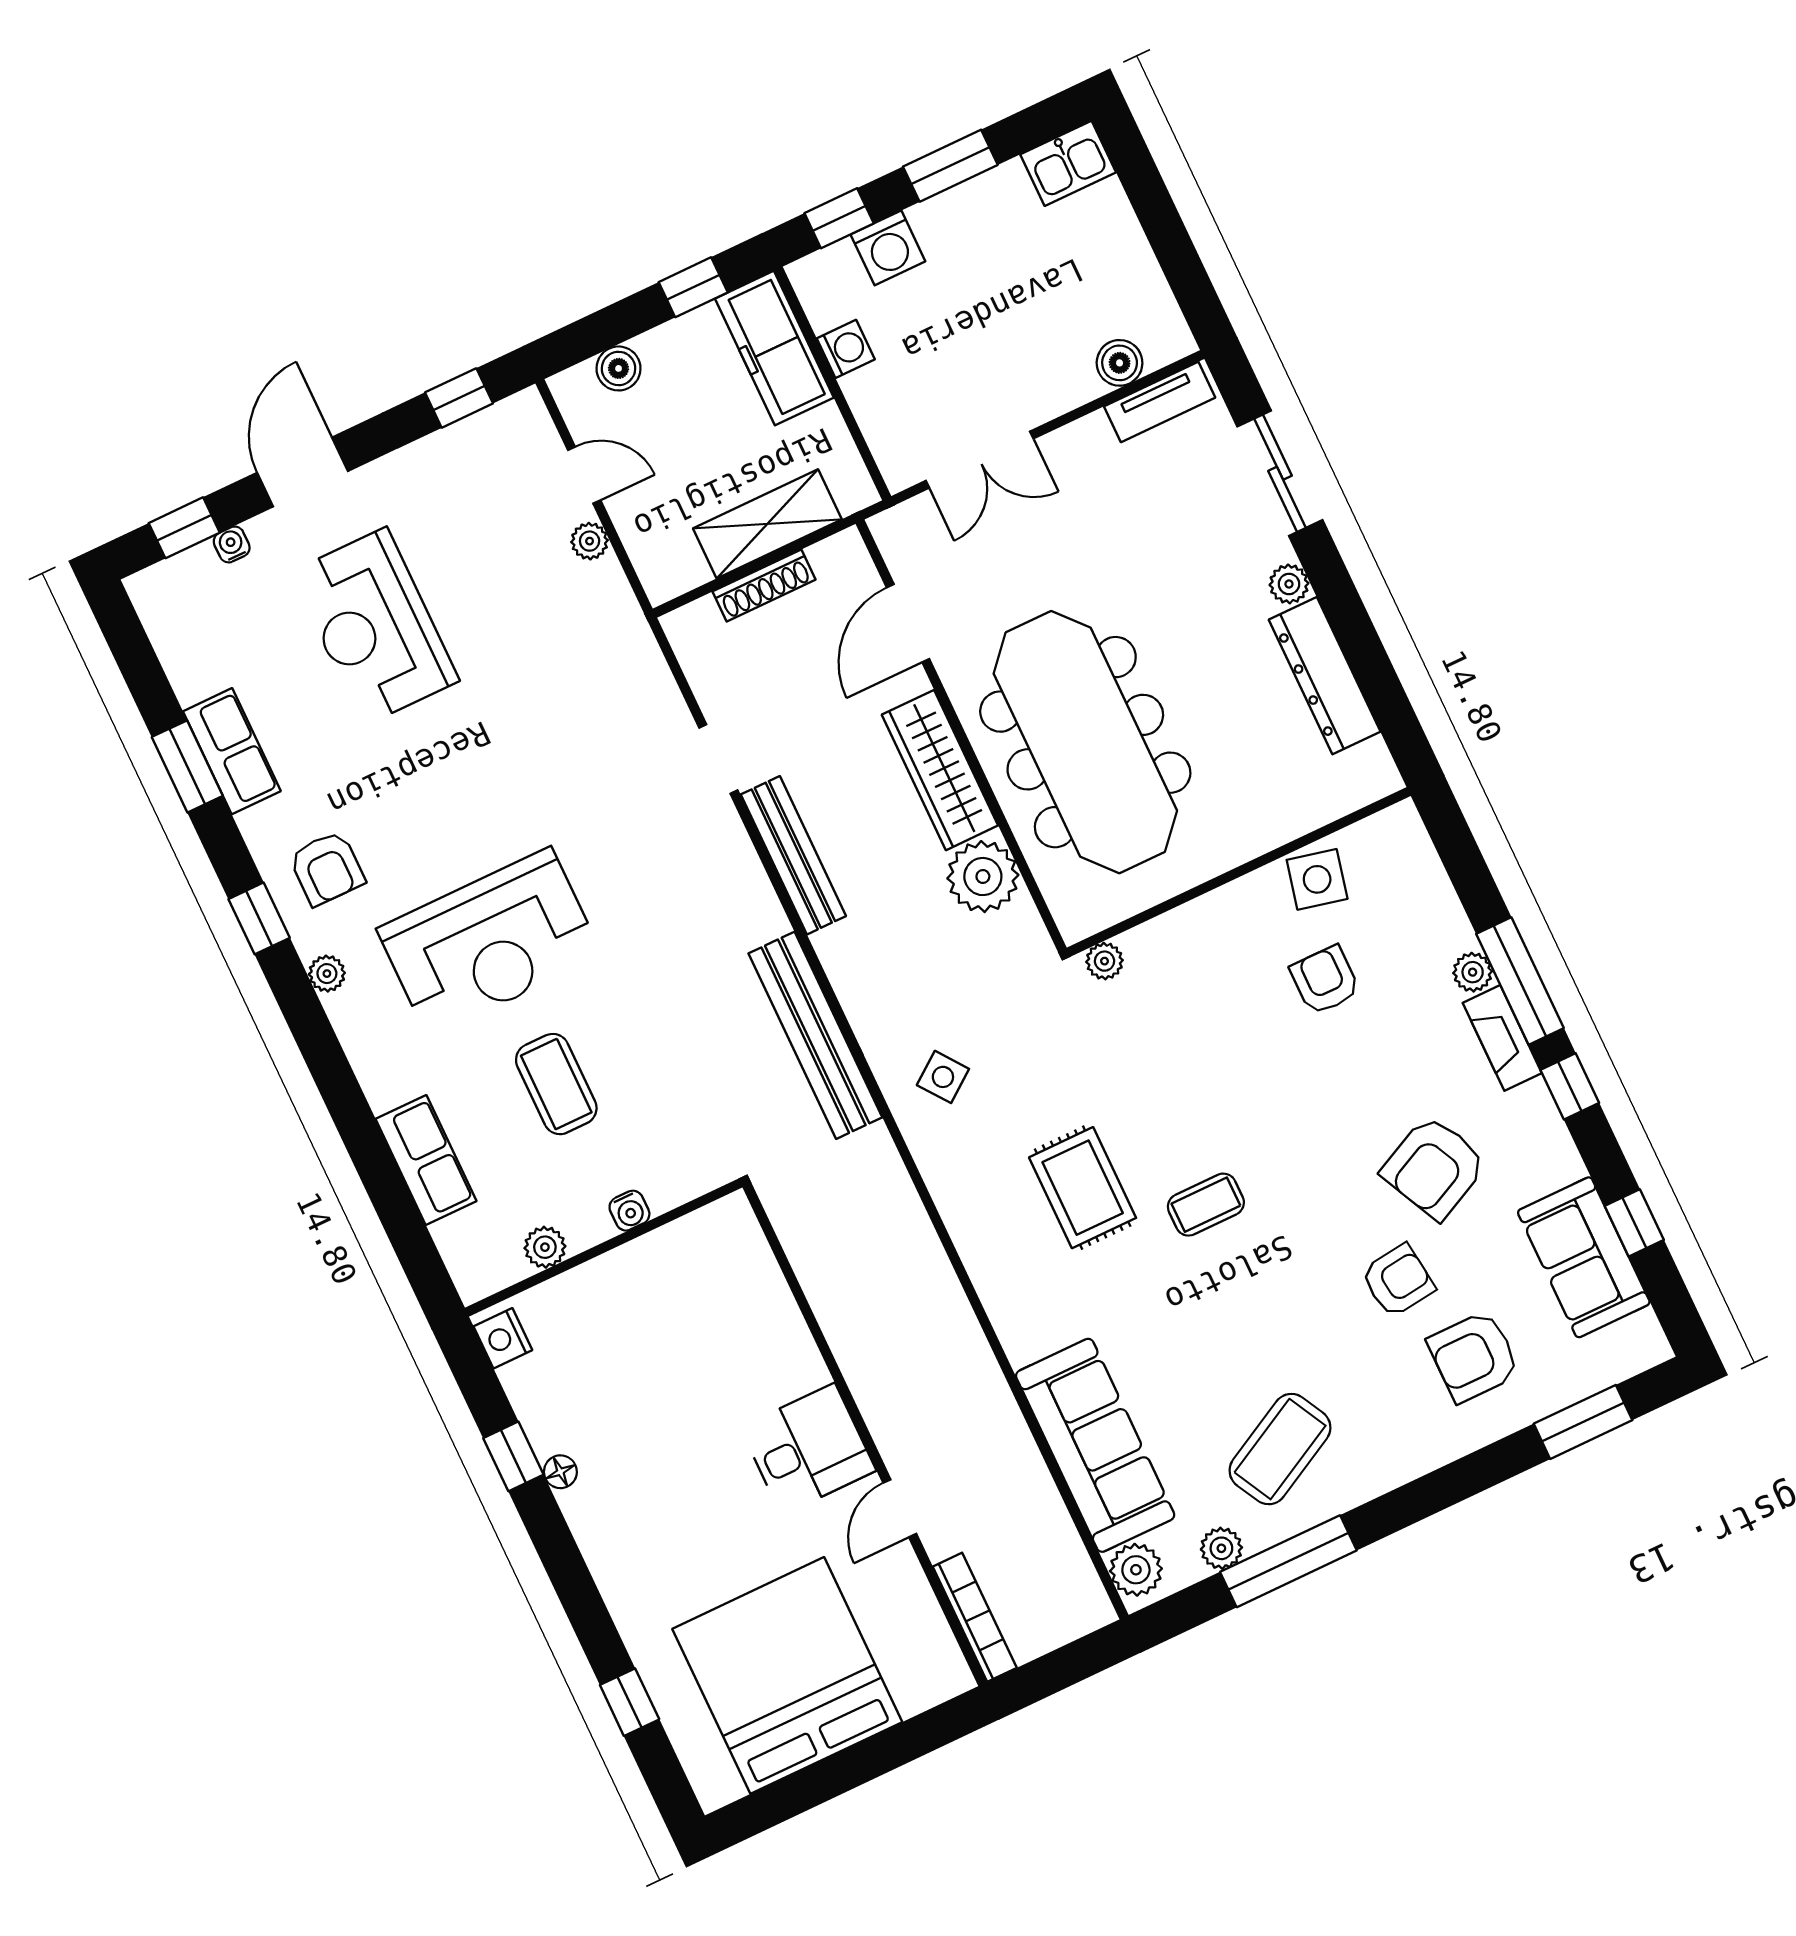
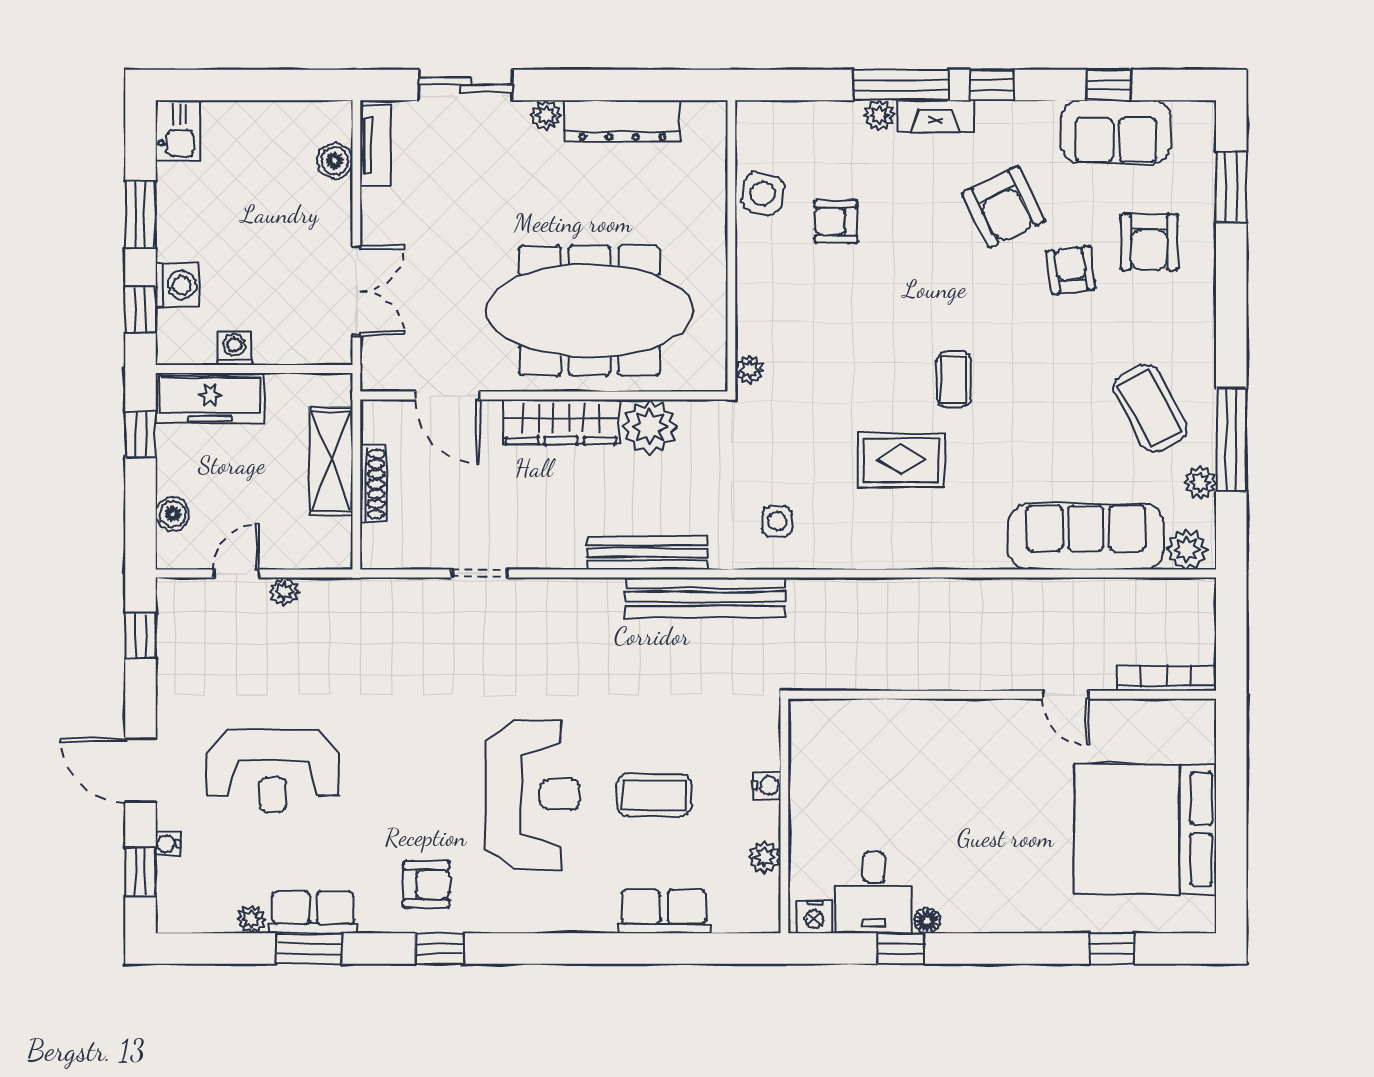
bench: (793, 855) -> (647, 553), moved
plant: (327, 974) -> (251, 919), moved
side table: (943, 1077) -> (777, 521), turned 37
desk: (808, 1449) -> (874, 892), moved, turned 180

